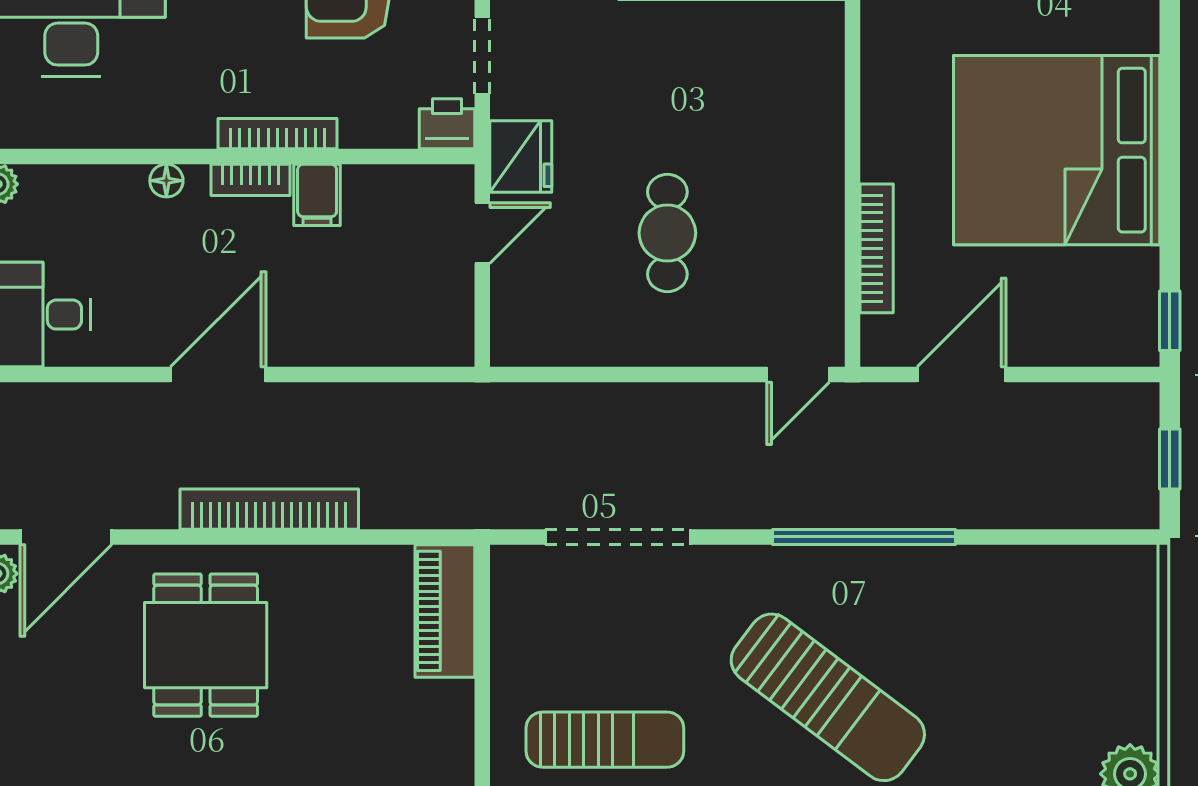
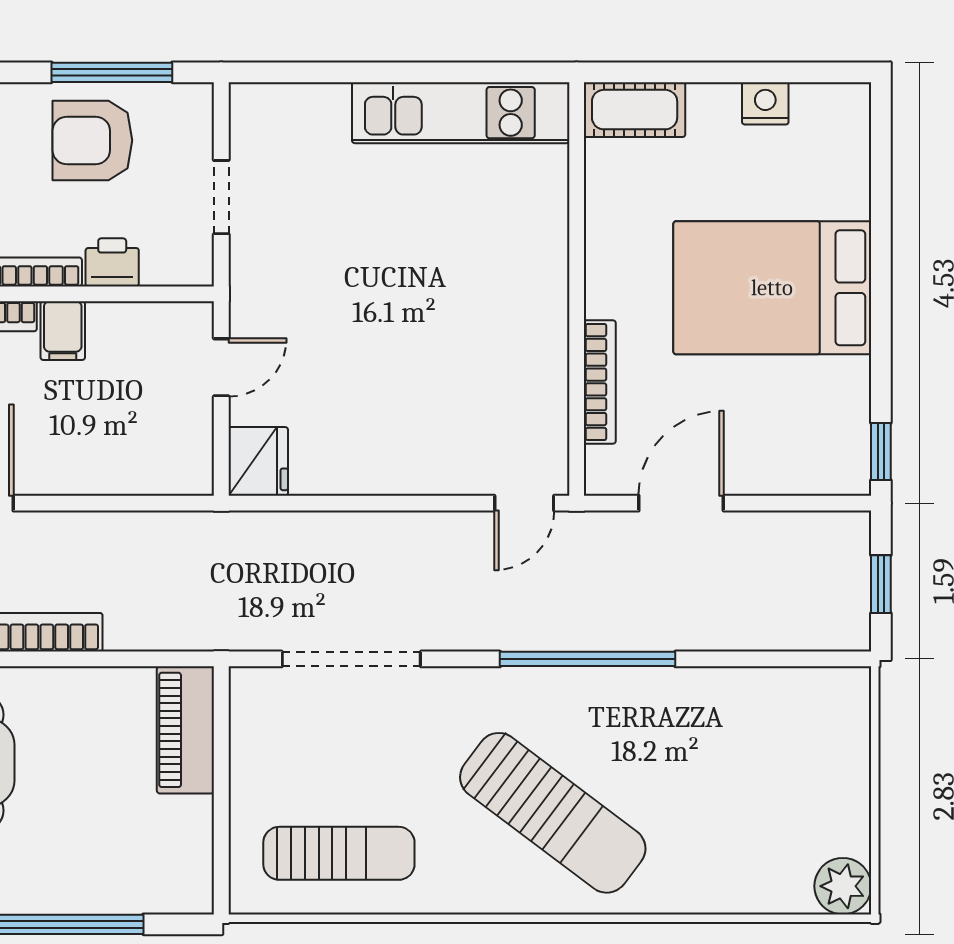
printer: (447, 124) -> (112, 262), moved
bed: (1057, 150) -> (772, 288), width x0.73
fridge: (521, 157) -> (258, 461), moved
cafe table: (667, 233) -> (399, 367), removed

